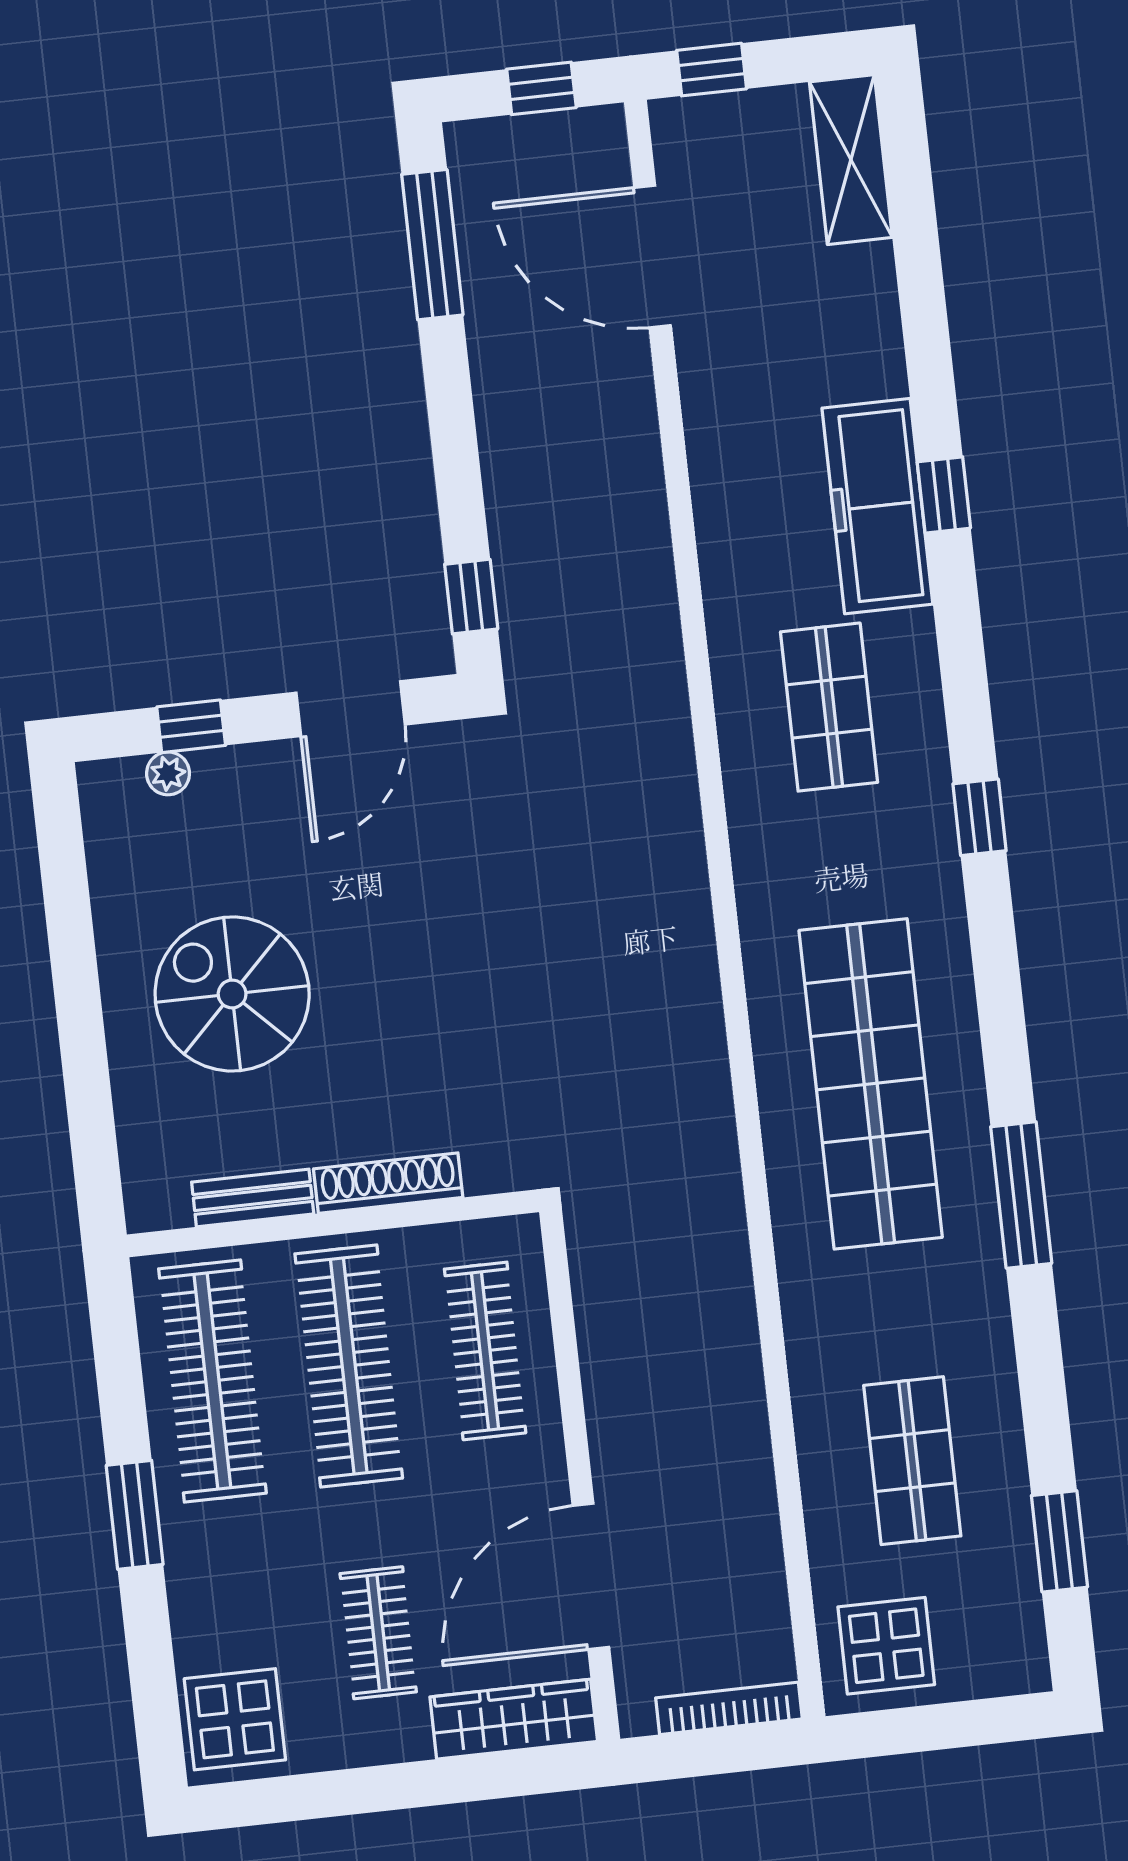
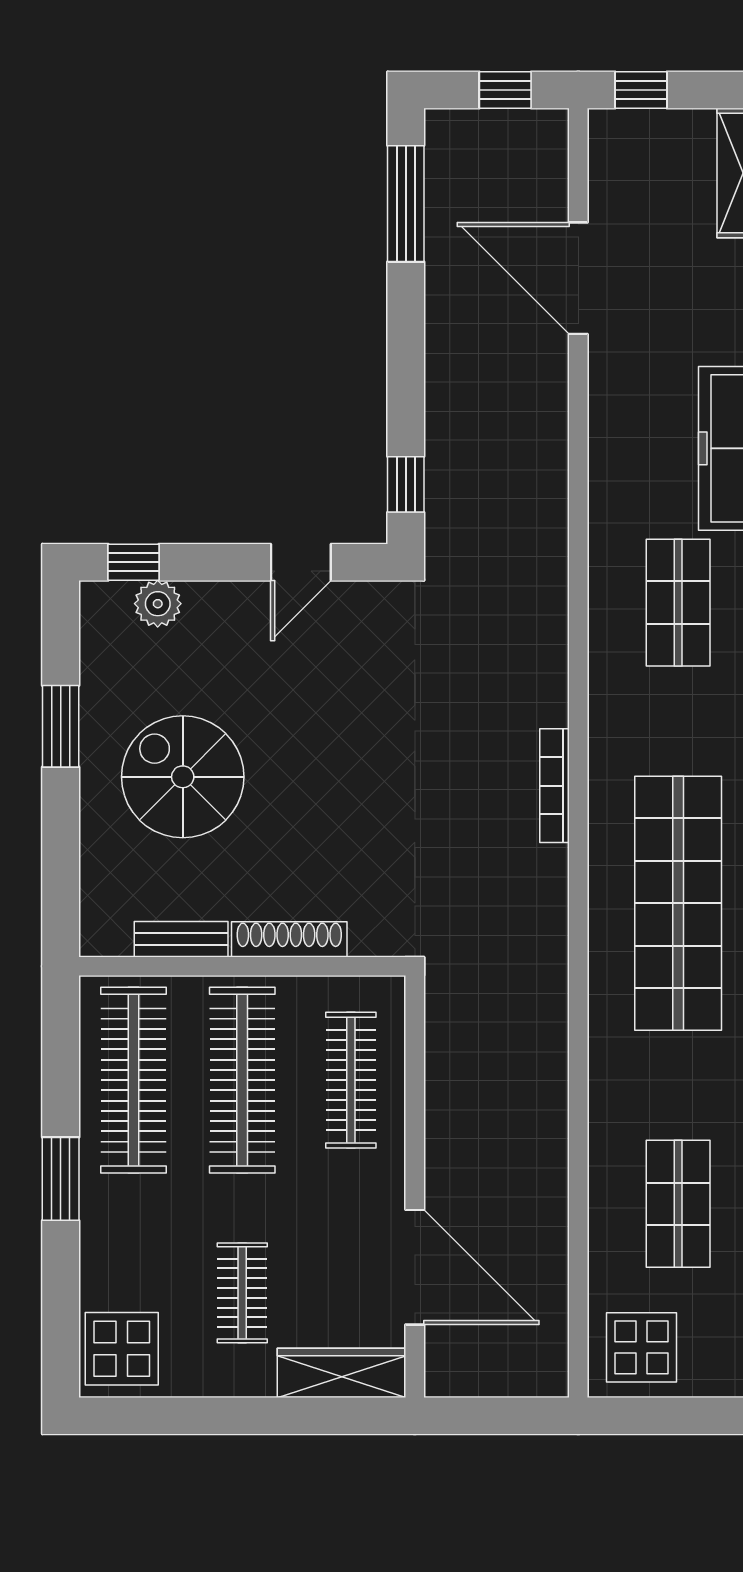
door: (653, 257) -> (578, 278), moved
door: (351, 709) -> (301, 562), width x0.73
window: (191, 726) -> (133, 562), moved
plant: (168, 773) -> (158, 604), width x1.38, depth x1.38
window: (72, 948) -> (61, 726), added
door: (591, 1576) -> (415, 1267), swing flipped
bookcase: (729, 1708) -> (555, 786), moved, turned -90

